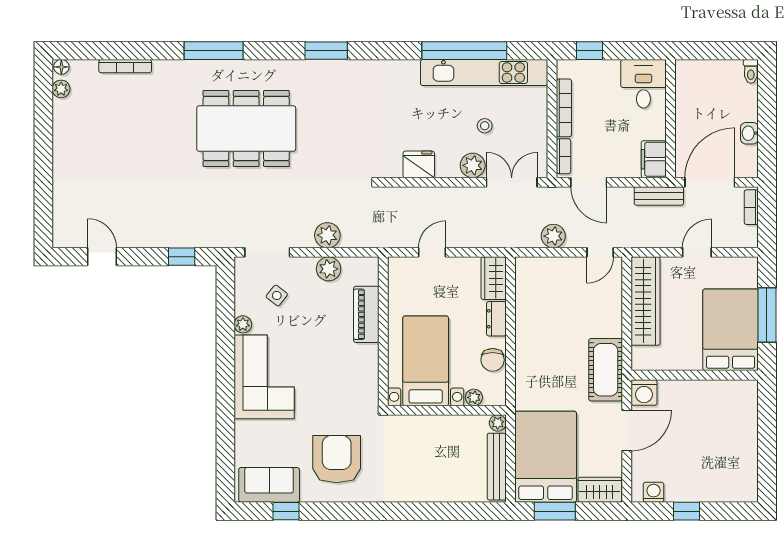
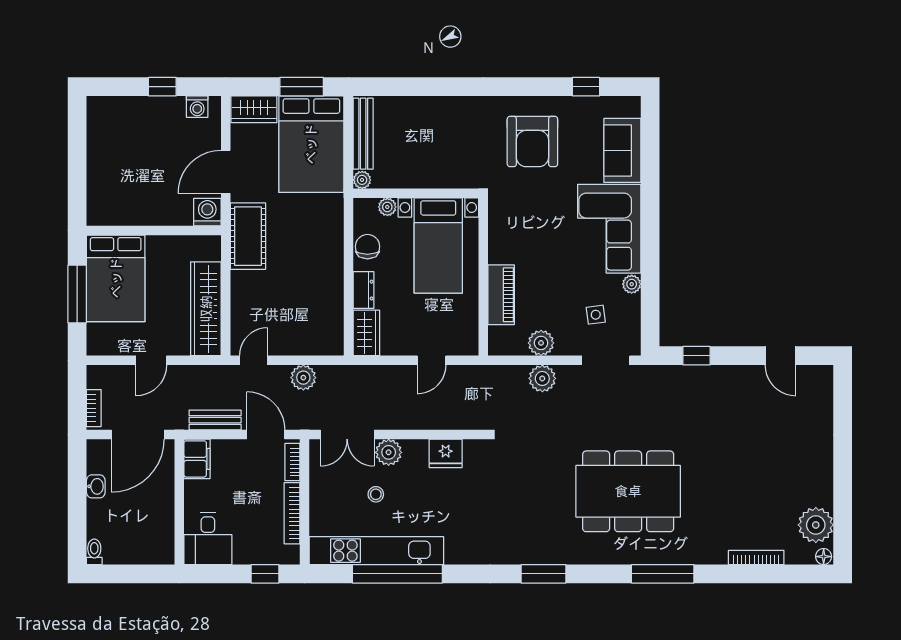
plant: (61, 89) -> (816, 525), width x1.88, depth x1.88
bench: (659, 196) -> (215, 420), moved
side table: (277, 295) -> (596, 315), turned 45
sofa: (269, 485) -> (622, 150), moved, turned 90

